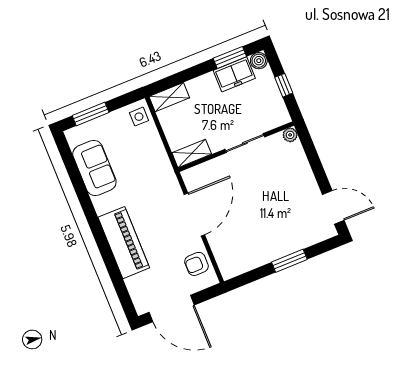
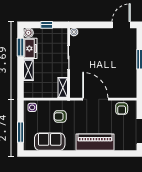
shelving: (169, 97) -> (28, 70), moved
armchair: (143, 168) -> (60, 116), added

